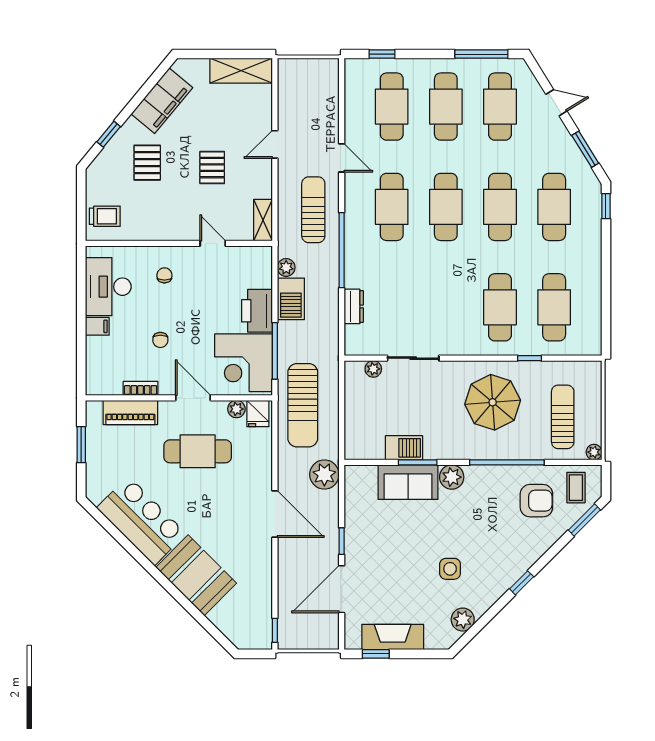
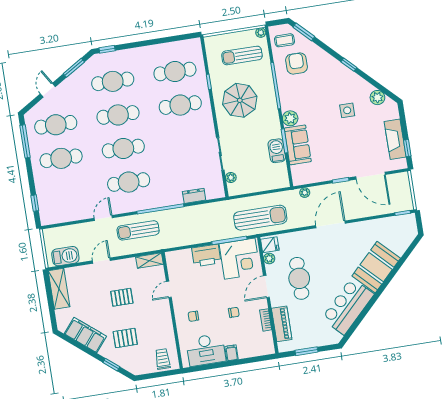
cafe table: (392, 107) -> (66, 192), removed
door: (275, 144) -> (101, 261), swing flipped
plant: (286, 267) -> (177, 242), removed
barbecue: (291, 299) -> (65, 256), moved
plant: (324, 475) -> (305, 193), width x0.53, depth x0.53

